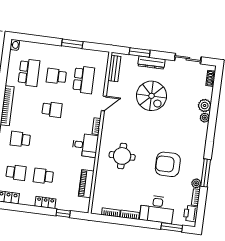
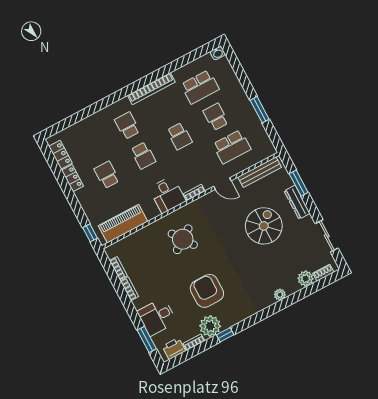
bench: (114, 69) -> (260, 172), width x1.36
spiral stairs: (152, 96) -> (264, 226), turned 180
plant: (205, 106) -> (306, 279), moved
round table: (122, 156) -> (183, 239), turned -35
school desk: (16, 172) -> (143, 156), moved
window: (206, 173) -> (225, 335), width x0.46
plant: (196, 183) -> (210, 326), width x1.87, depth x1.87
piano: (86, 184) -> (123, 224), width x1.37, depth x1.33
locker: (45, 202) -> (73, 178), moved
desk: (157, 209) -> (157, 317), width x0.73
window: (63, 213) -> (90, 233), moved

